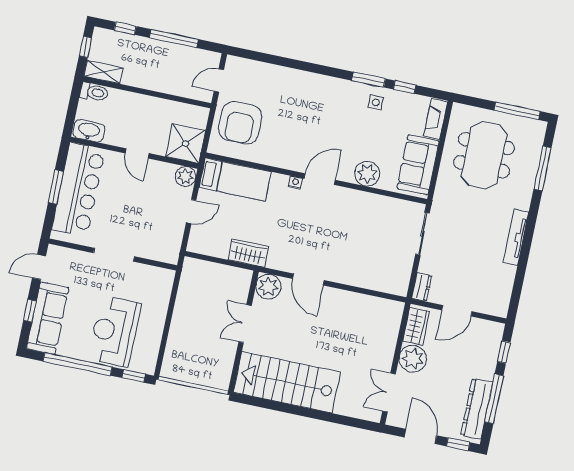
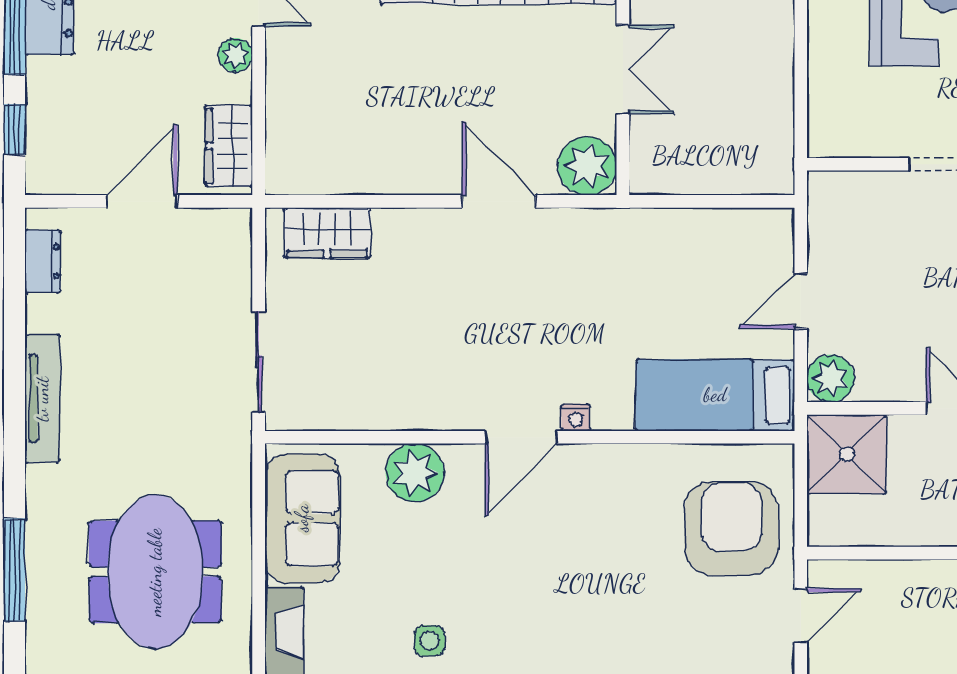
wardrobe: (248, 253) -> (327, 233), moved
dresser: (422, 287) -> (43, 261), moved, turned 180
plant: (413, 359) -> (235, 55), width x0.53, depth x0.53

